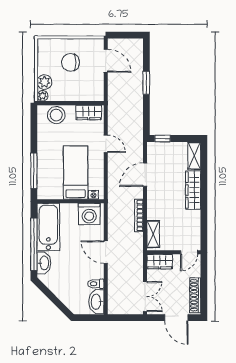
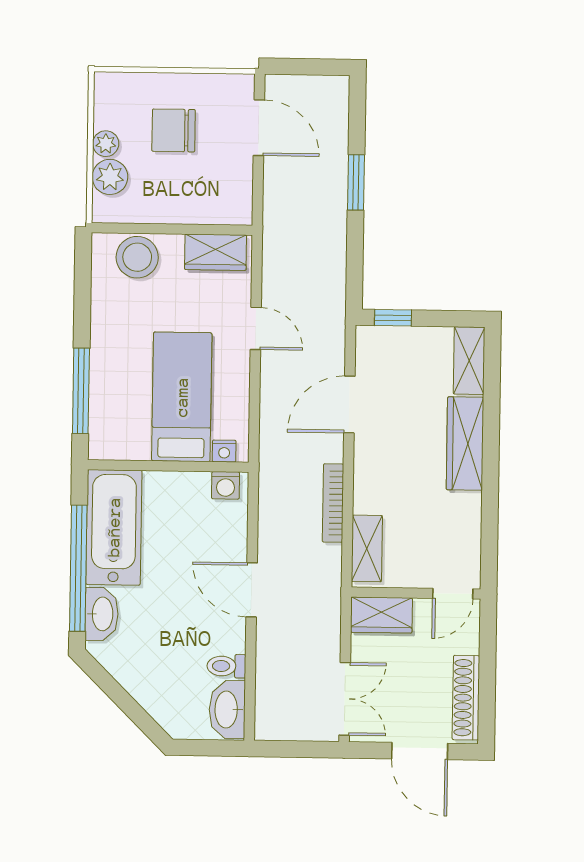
plant: (42, 96) -> (106, 144), moved
washing machine: (89, 214) -> (226, 485), width x0.53, depth x0.53

